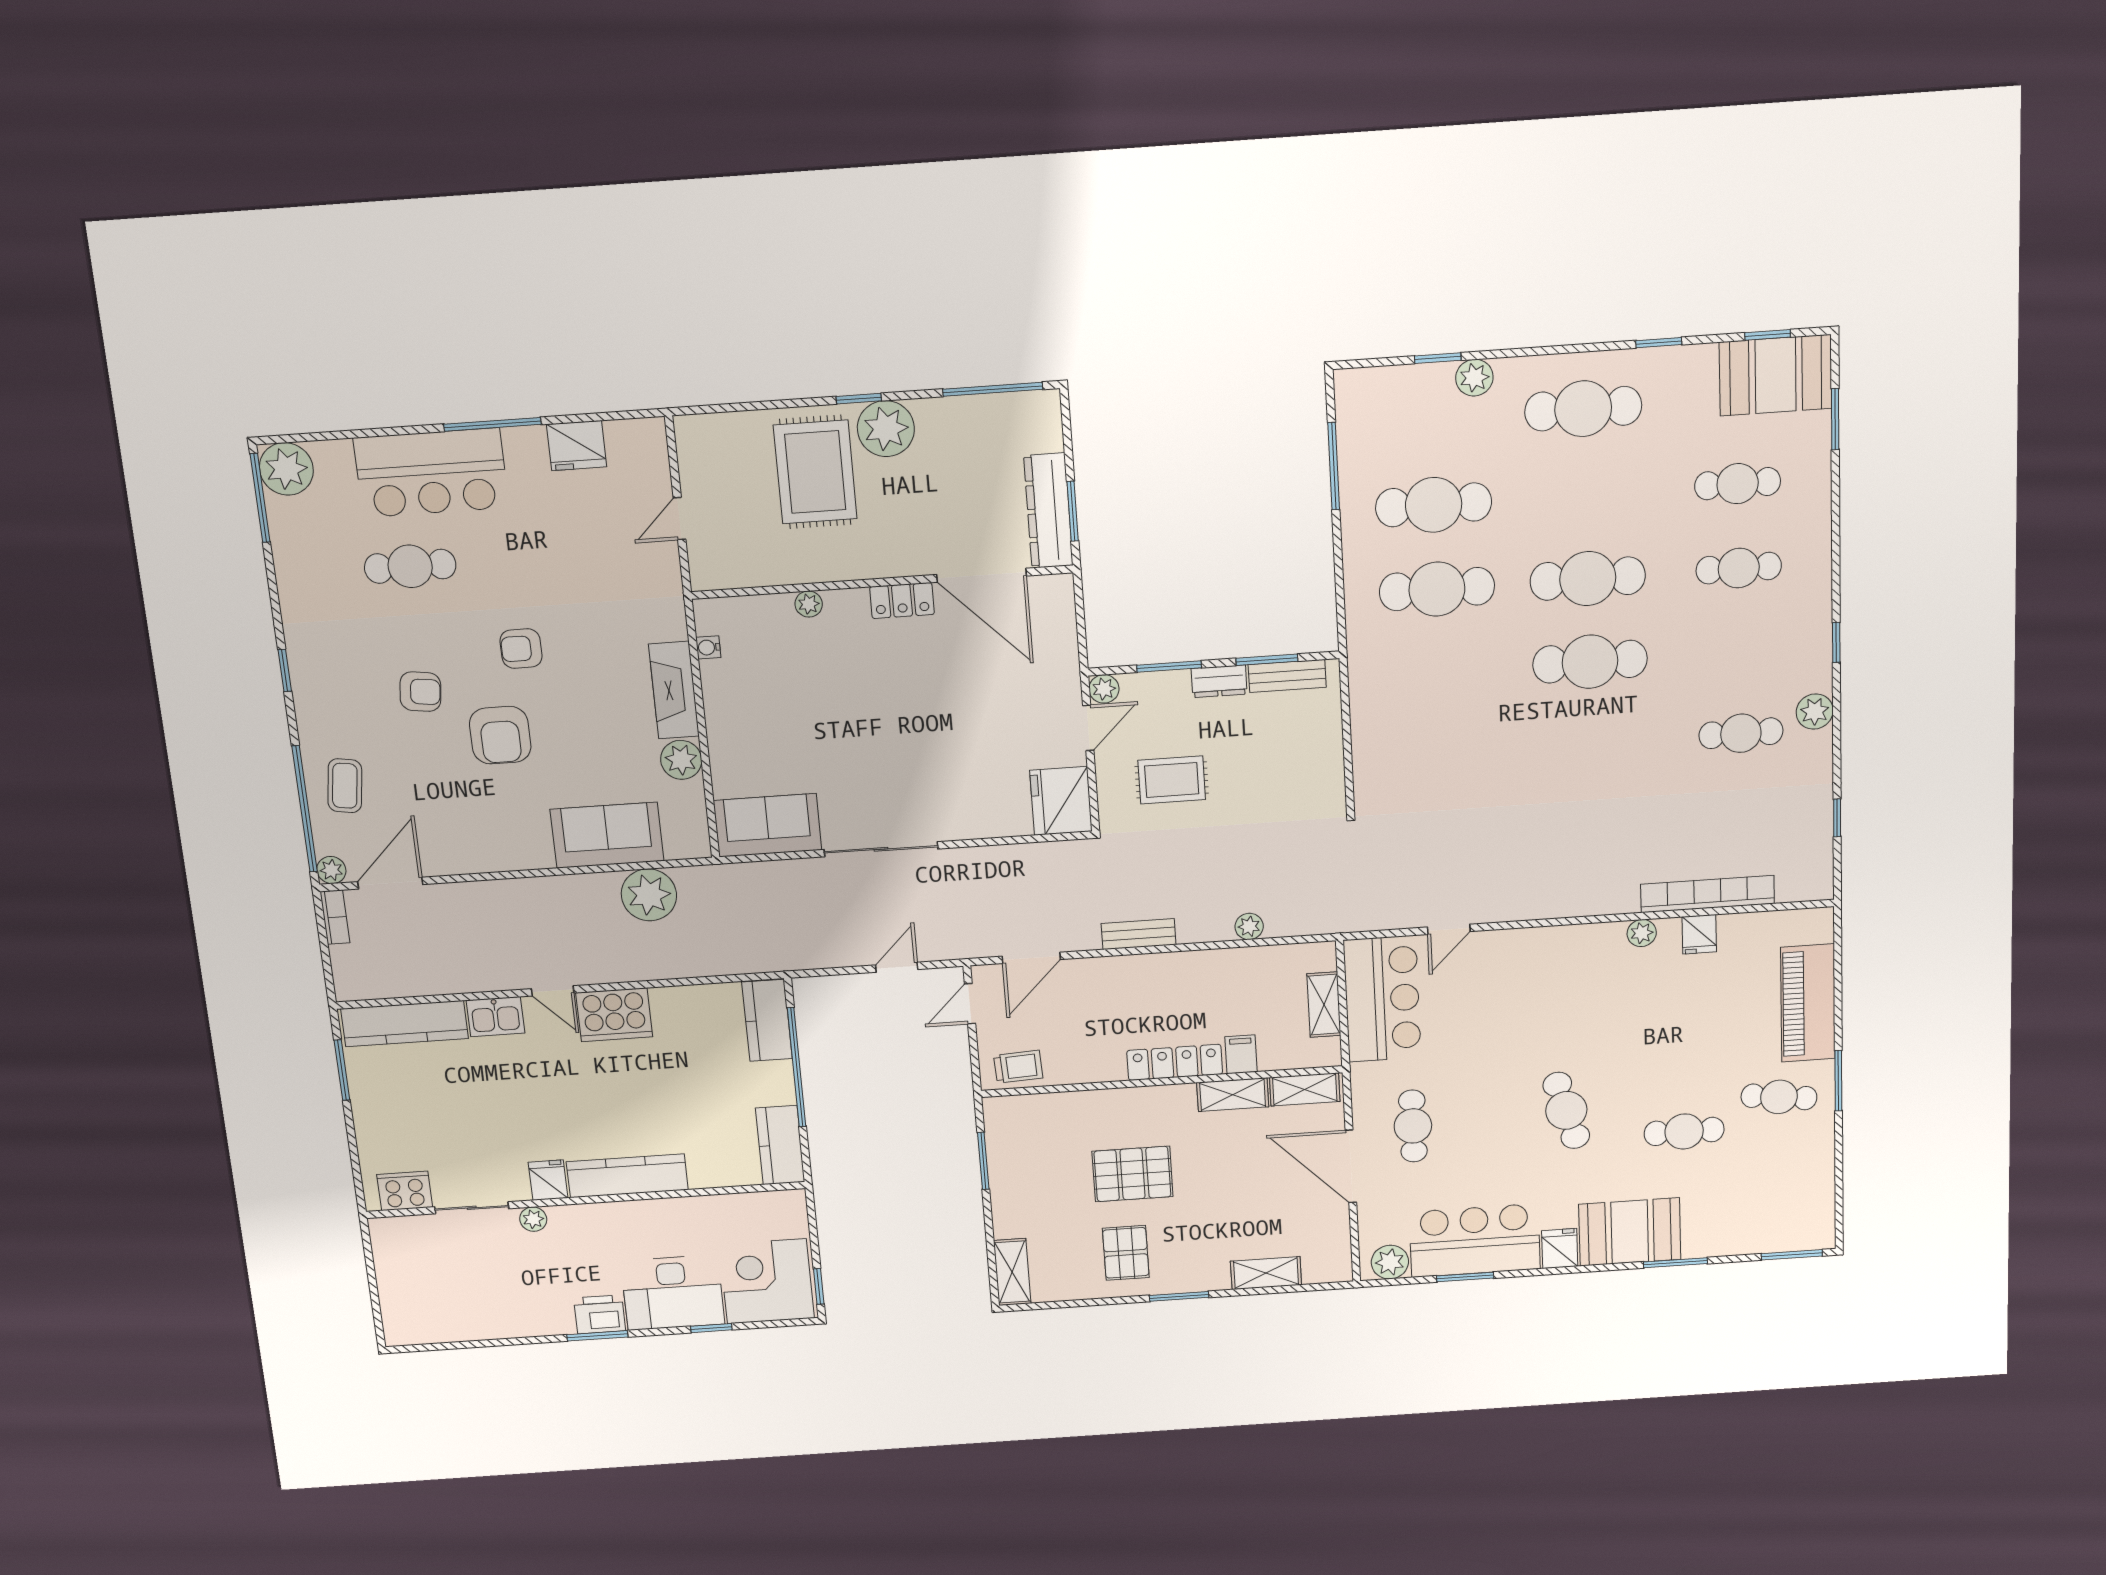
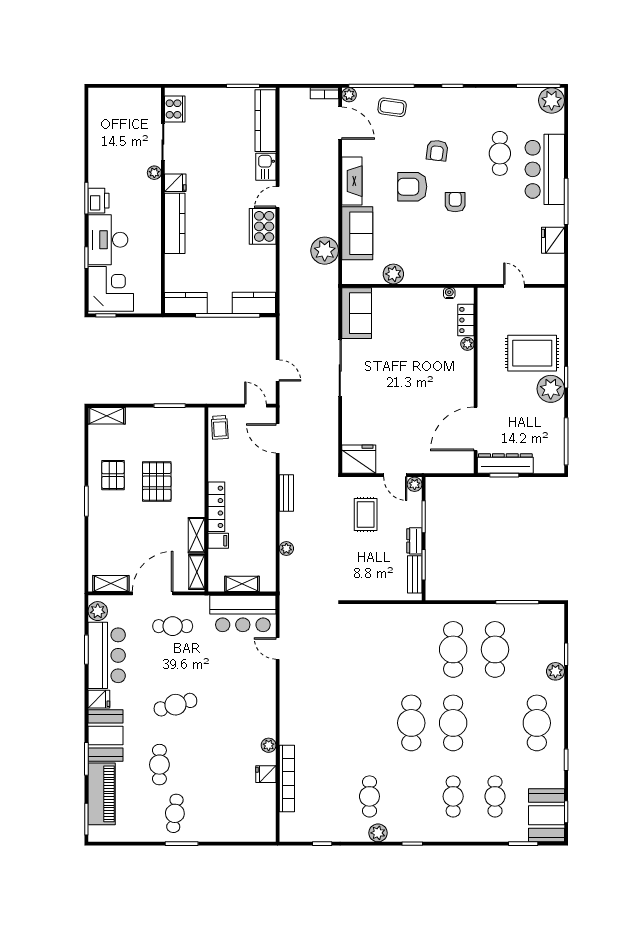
locker: (902, 601) -> (466, 320), moved
fireplace: (674, 690) -> (352, 181), moved, turned 90
piano: (1808, 1003) -> (102, 794), moved, turned 90
pallet: (1126, 1253) -> (113, 475), turned 90
shelving: (1266, 1273) -> (111, 584), moved, turned 90

